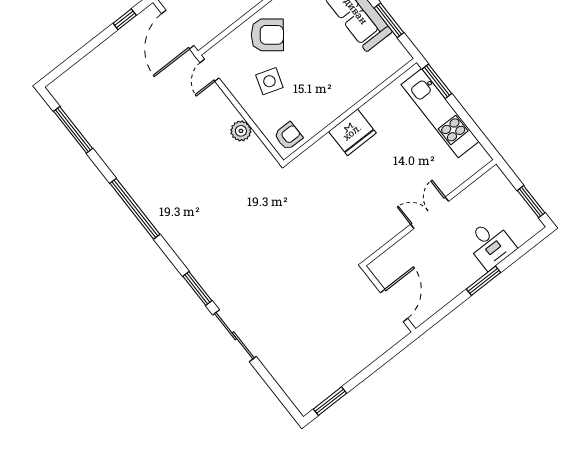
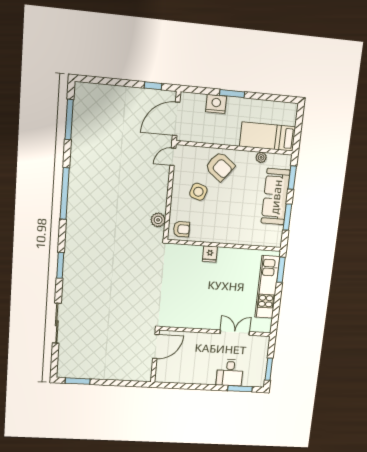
plant: (241, 131) -> (158, 220), moved
fridge: (352, 132) -> (210, 254), width x0.53, depth x0.75
double door: (430, 213) -> (235, 333), moved
window: (483, 281) -> (240, 389), moved
door: (394, 305) -> (156, 347), moved
sliding door: (234, 336) -> (57, 323), moved

